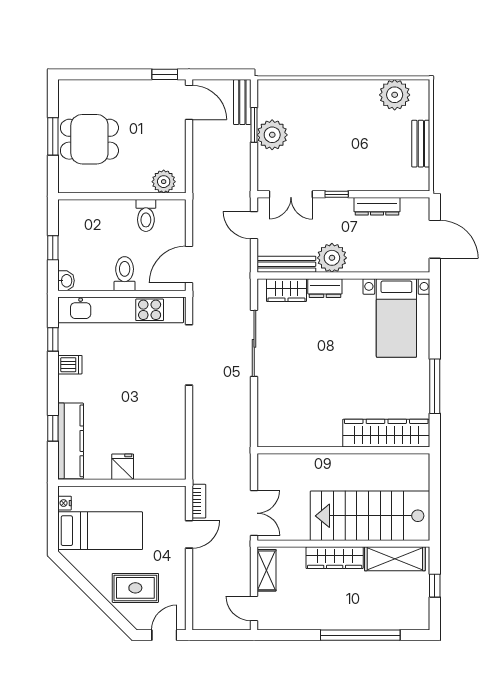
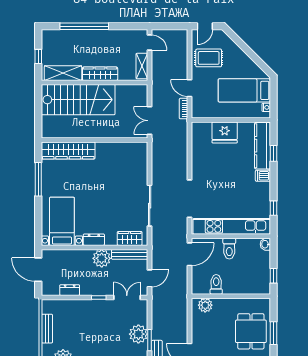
dining table: (89, 139) -> (251, 331), turned 90
dresser: (377, 206) -> (70, 290), width x0.70
door: (254, 225) -> (150, 278), hinge flipped
window: (53, 248) -> (273, 276), moved
dresser: (325, 288) -> (94, 240), moved
dishwasher: (70, 365) -> (263, 176), moved
fridge: (123, 467) -> (225, 132), width x1.88, depth x1.34
double door: (254, 513) -> (150, 121), moved
door: (189, 534) -> (190, 88), hinge flipped
rug: (135, 588) -> (209, 58), moved

